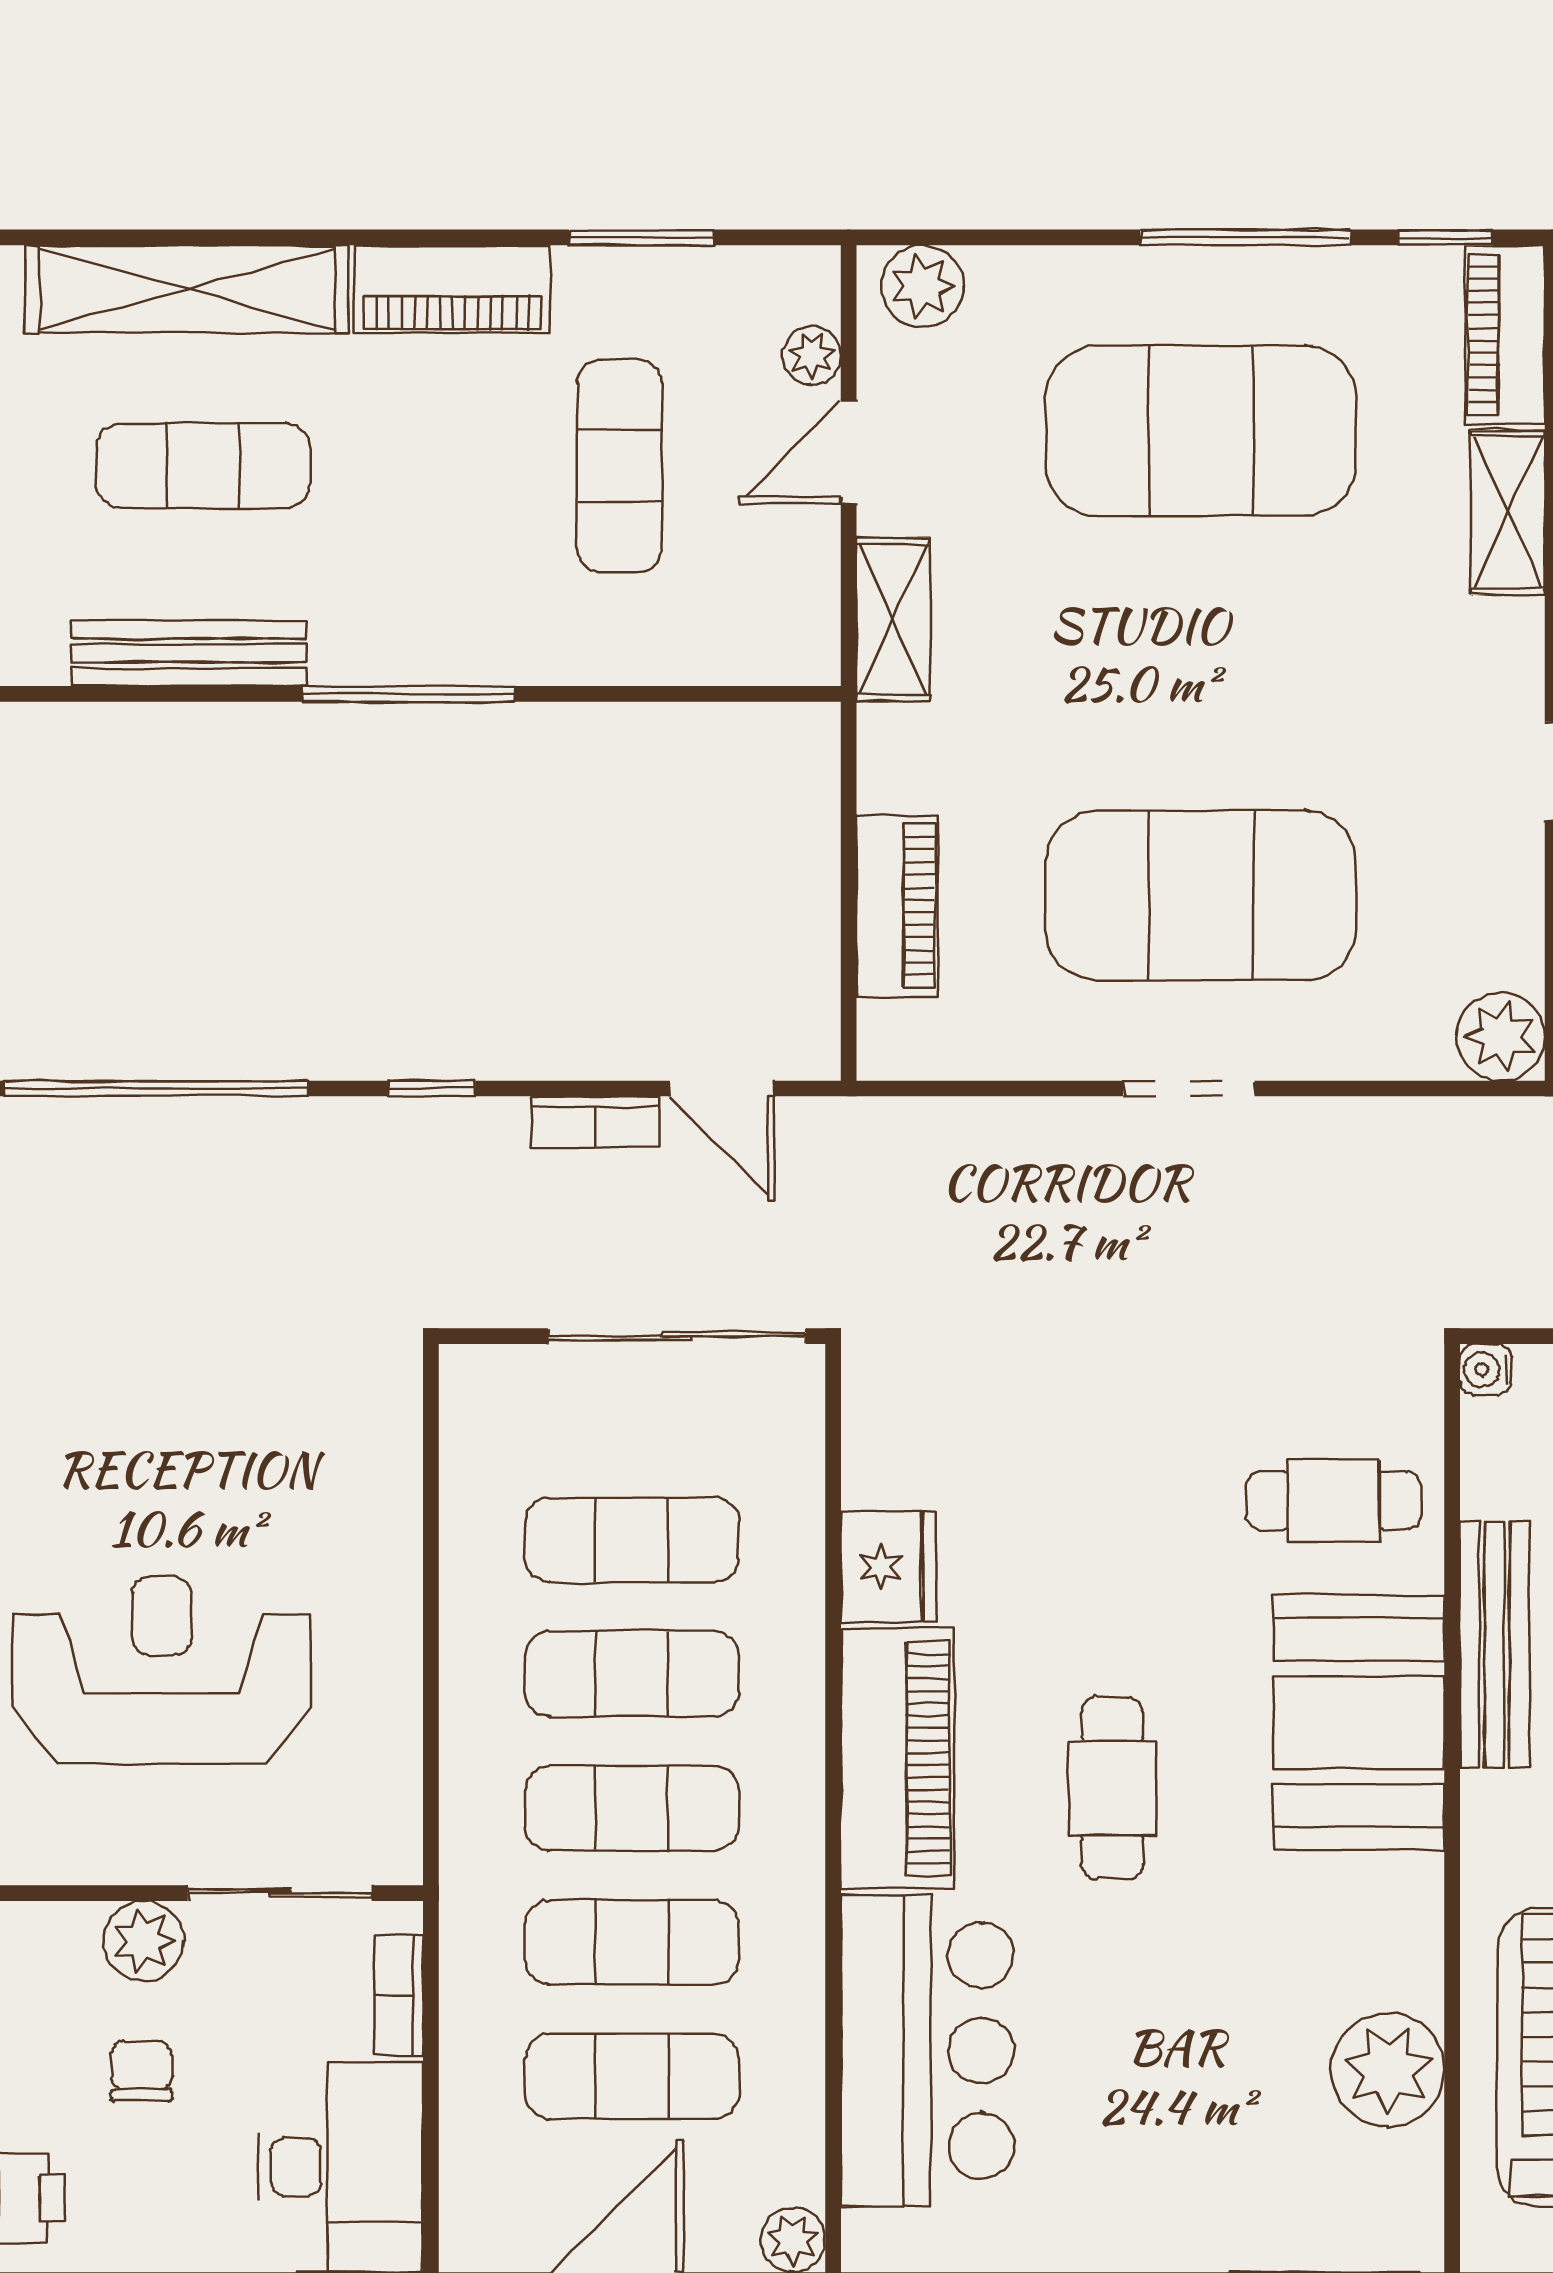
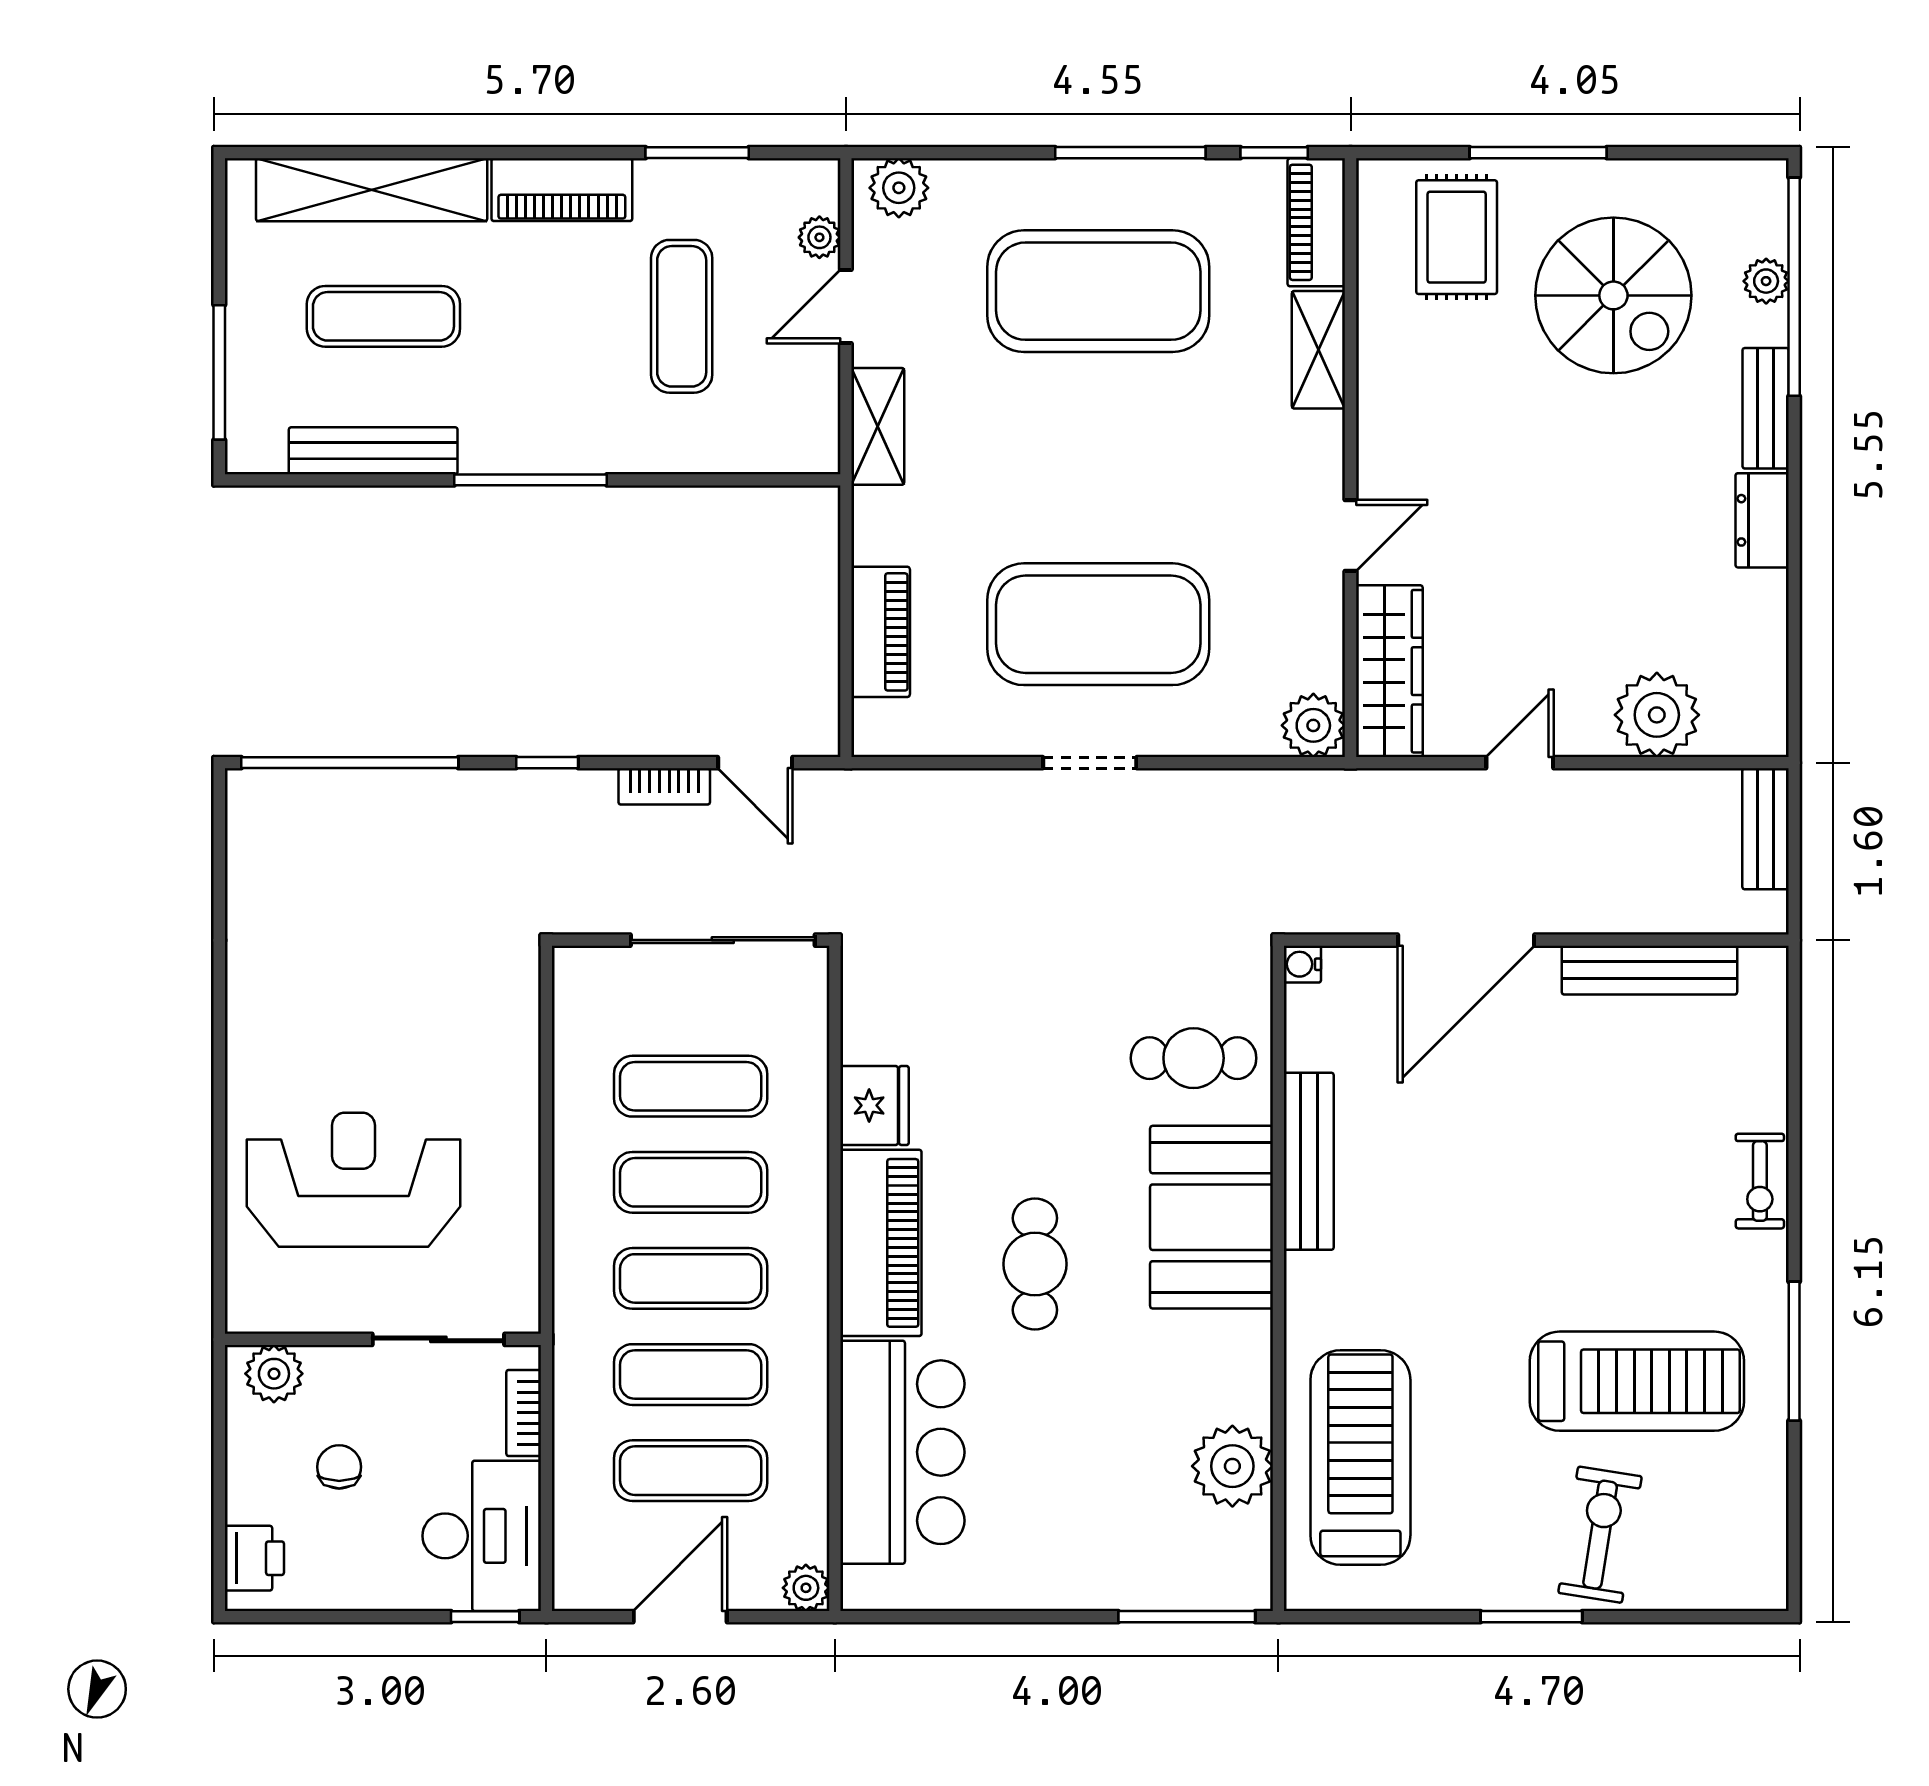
plant: (143, 1941) -> (274, 1374), moved

